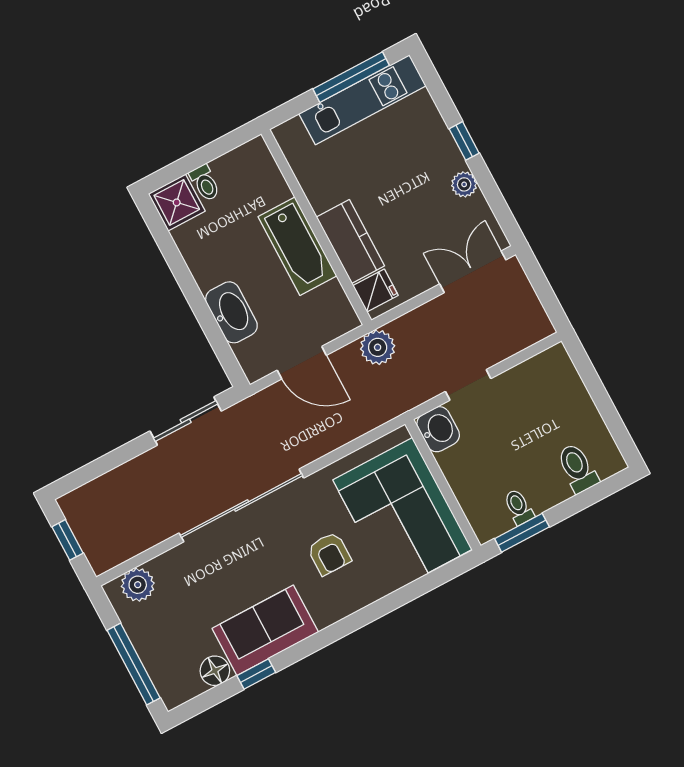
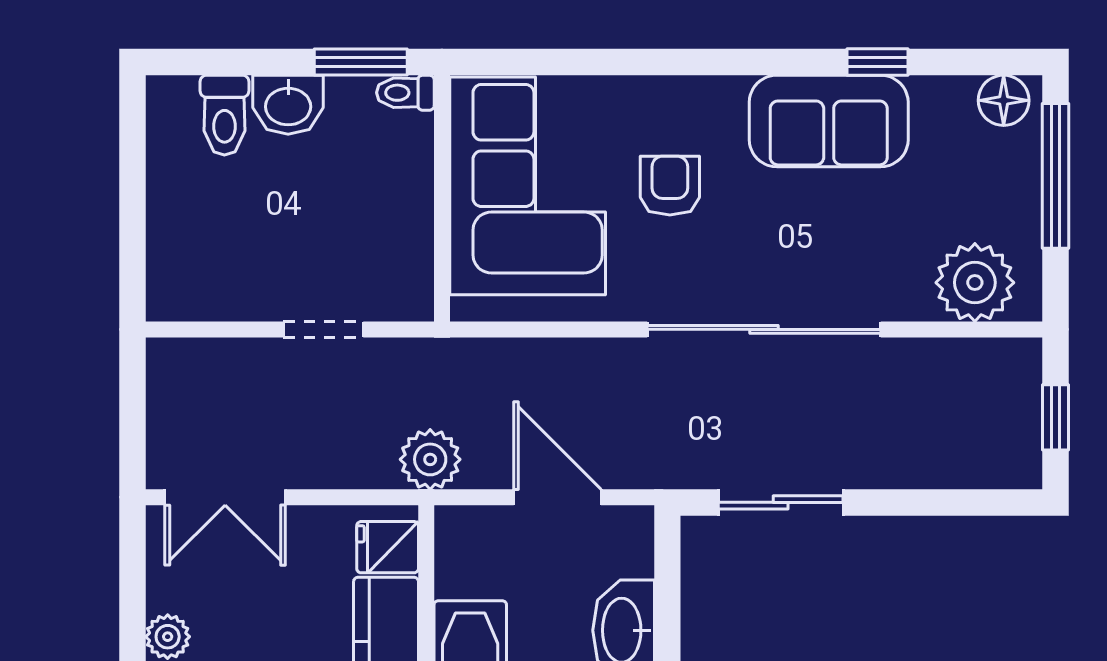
washbasin: (438, 429) -> (288, 105), moved, turned -90
toilet: (519, 507) -> (405, 93), moved, turned 90
plant: (138, 585) -> (975, 283), width x1.36, depth x1.36
floor lamp: (215, 671) -> (1004, 100), moved

